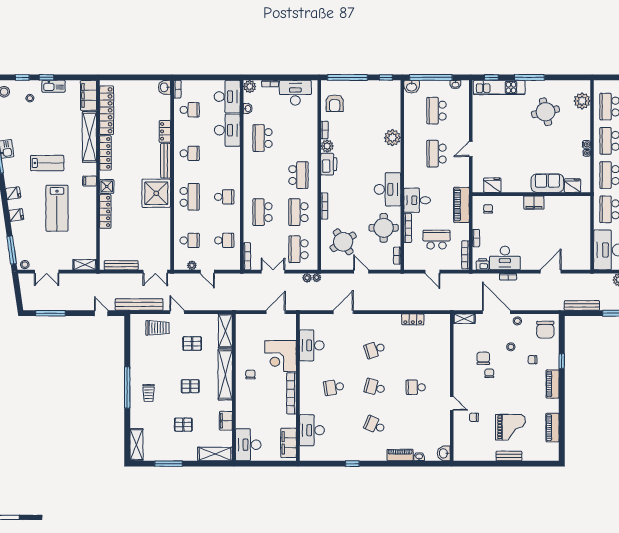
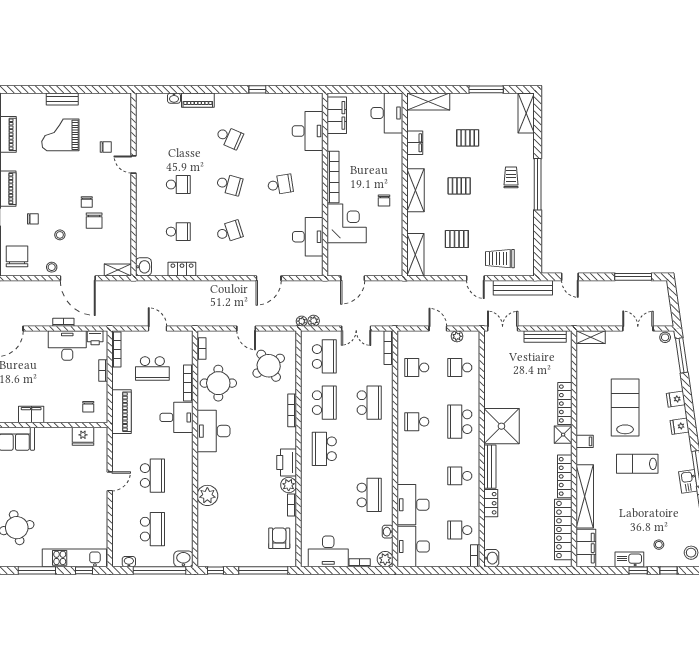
school desk: (416, 349) -> (178, 232), added
shelving: (225, 375) -> (416, 190), width x0.68
washbasin: (444, 453) -> (143, 267), moved

